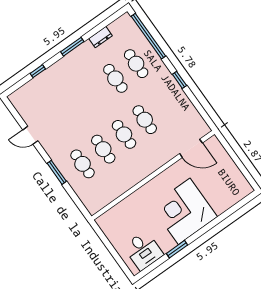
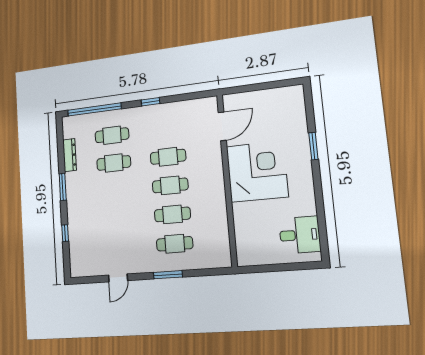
dresser: (101, 37) -> (70, 155), width x1.44
corner desk: (184, 211) -> (257, 172), moved, turned 180
window: (177, 249) -> (313, 146), moved

